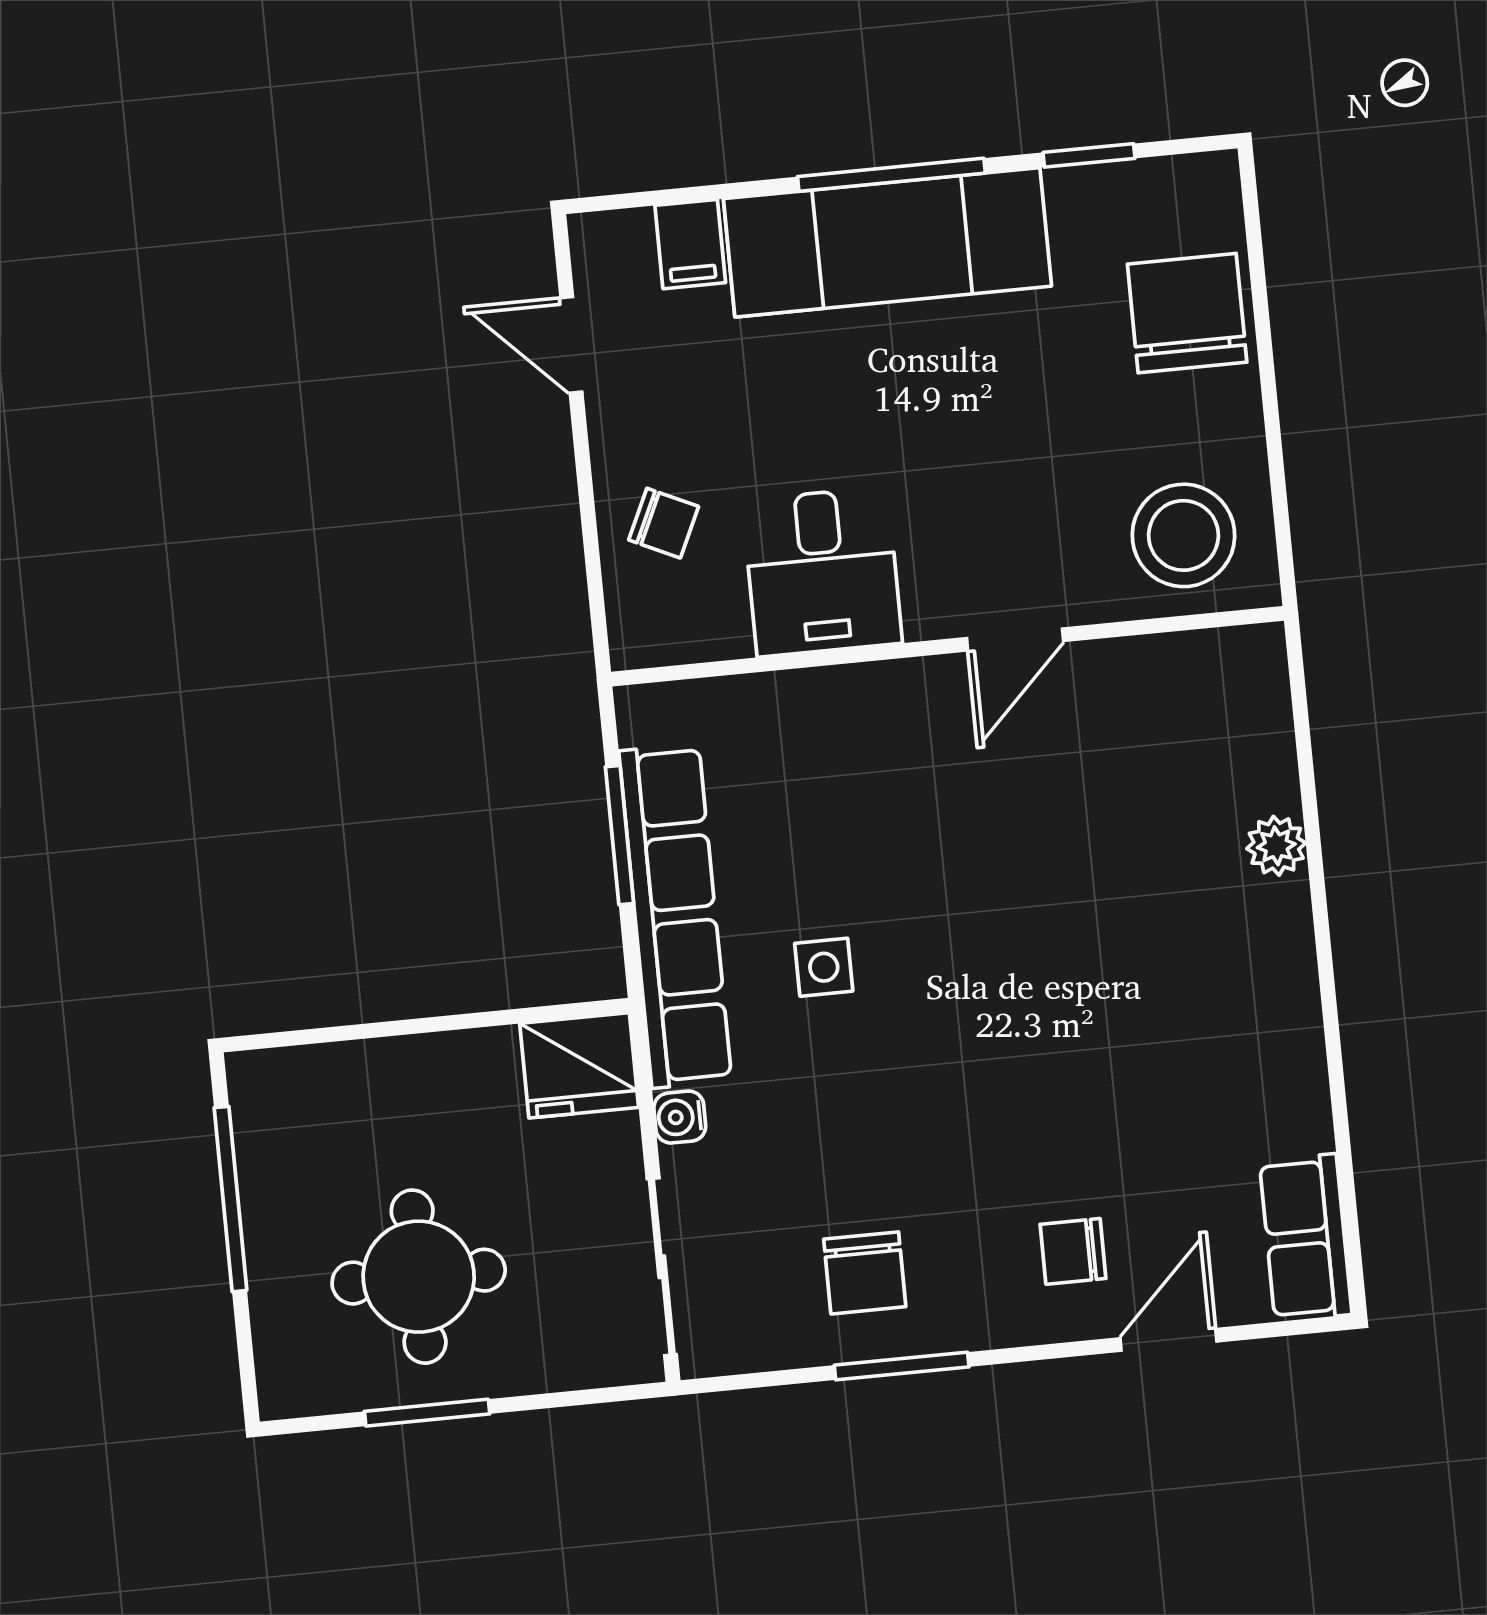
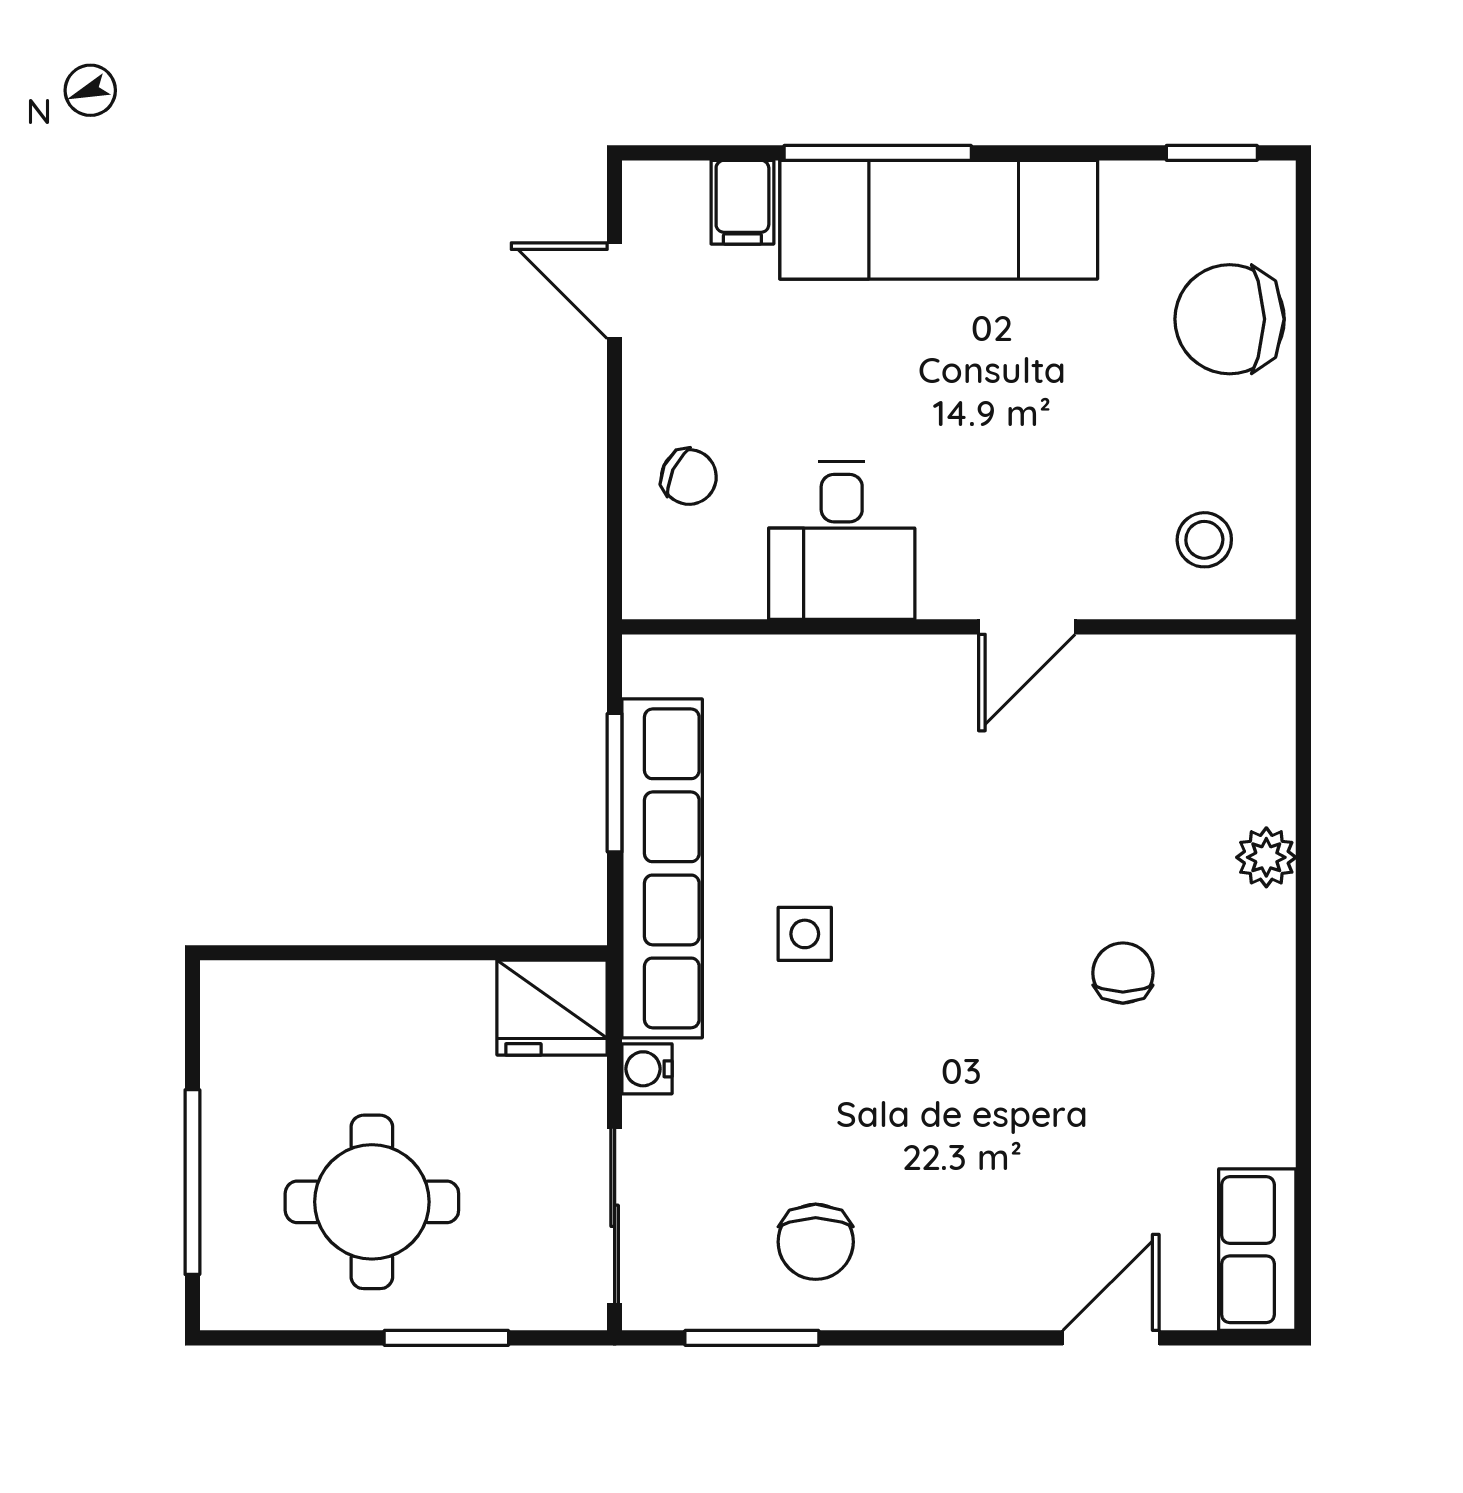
window: (1089, 155) -> (1212, 153), moved
window: (891, 175) -> (878, 153), moved
chair: (1187, 313) -> (1230, 319), turned -90
stool: (1183, 535) -> (1204, 540), width x0.53, depth x0.53
window: (230, 1199) -> (192, 1182), moved
chair: (1073, 1251) -> (1123, 973), moved, turned 90
window: (902, 1366) -> (752, 1338), moved
window: (427, 1413) -> (446, 1338), moved

